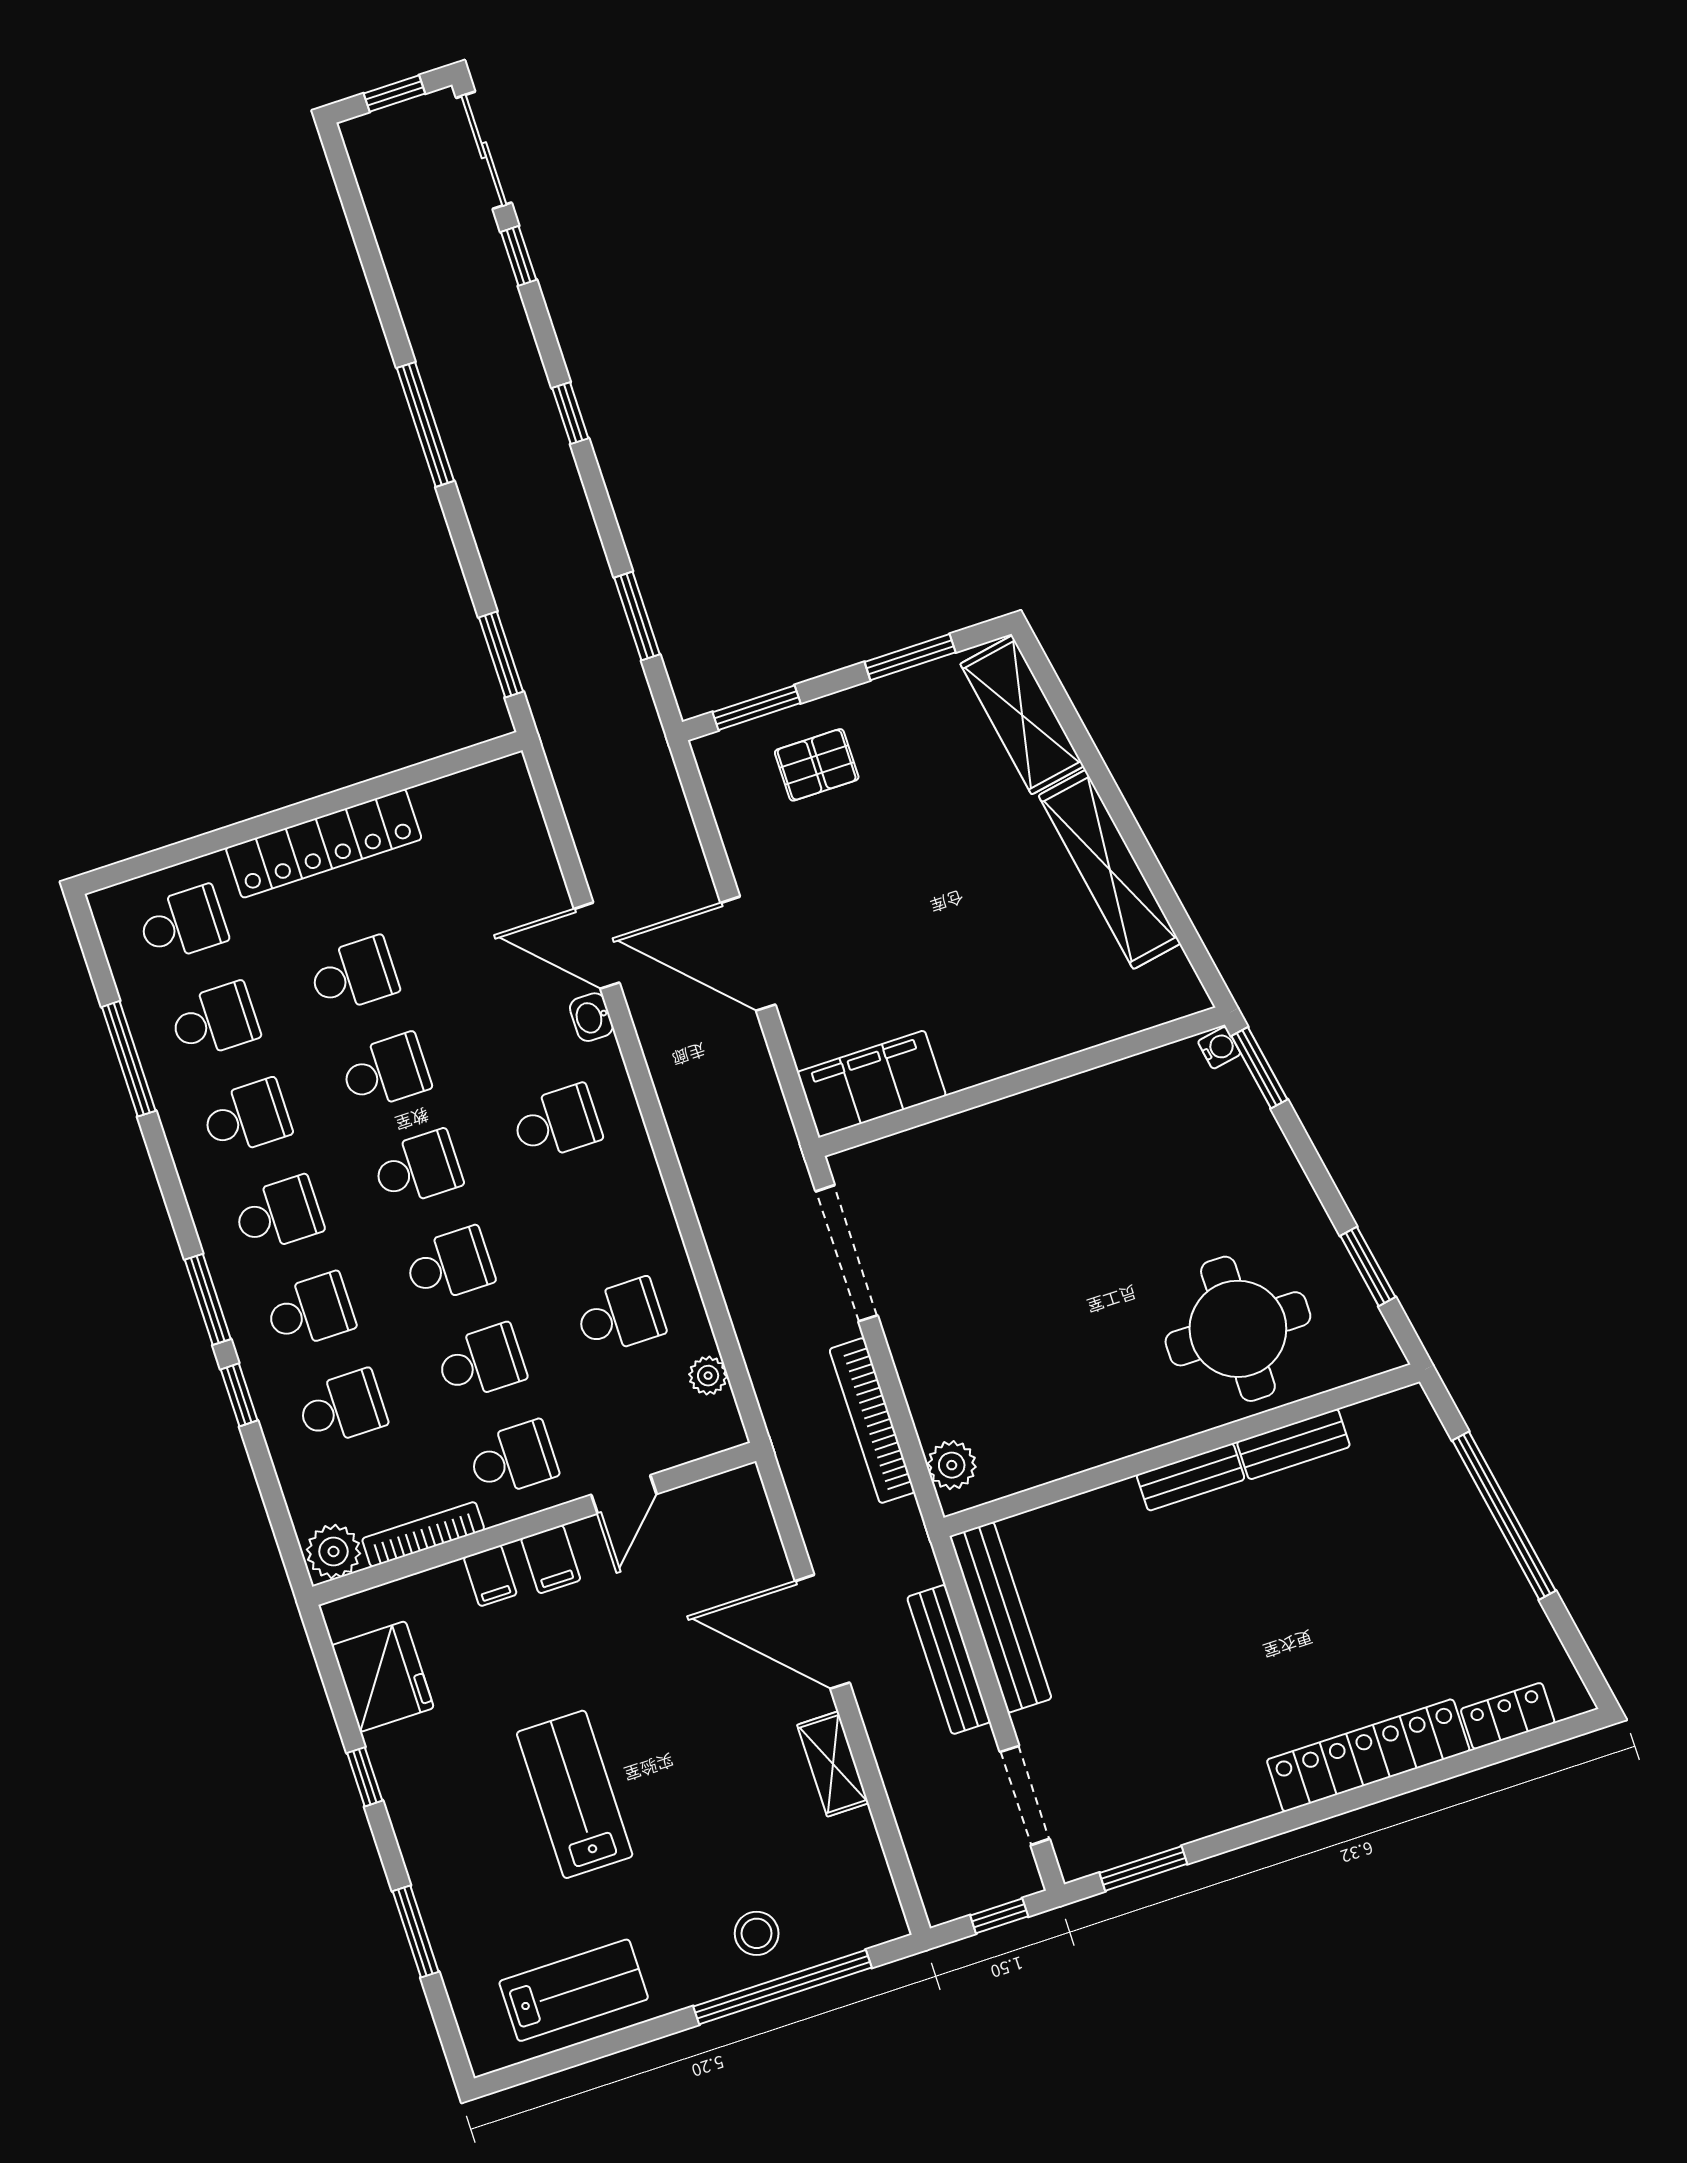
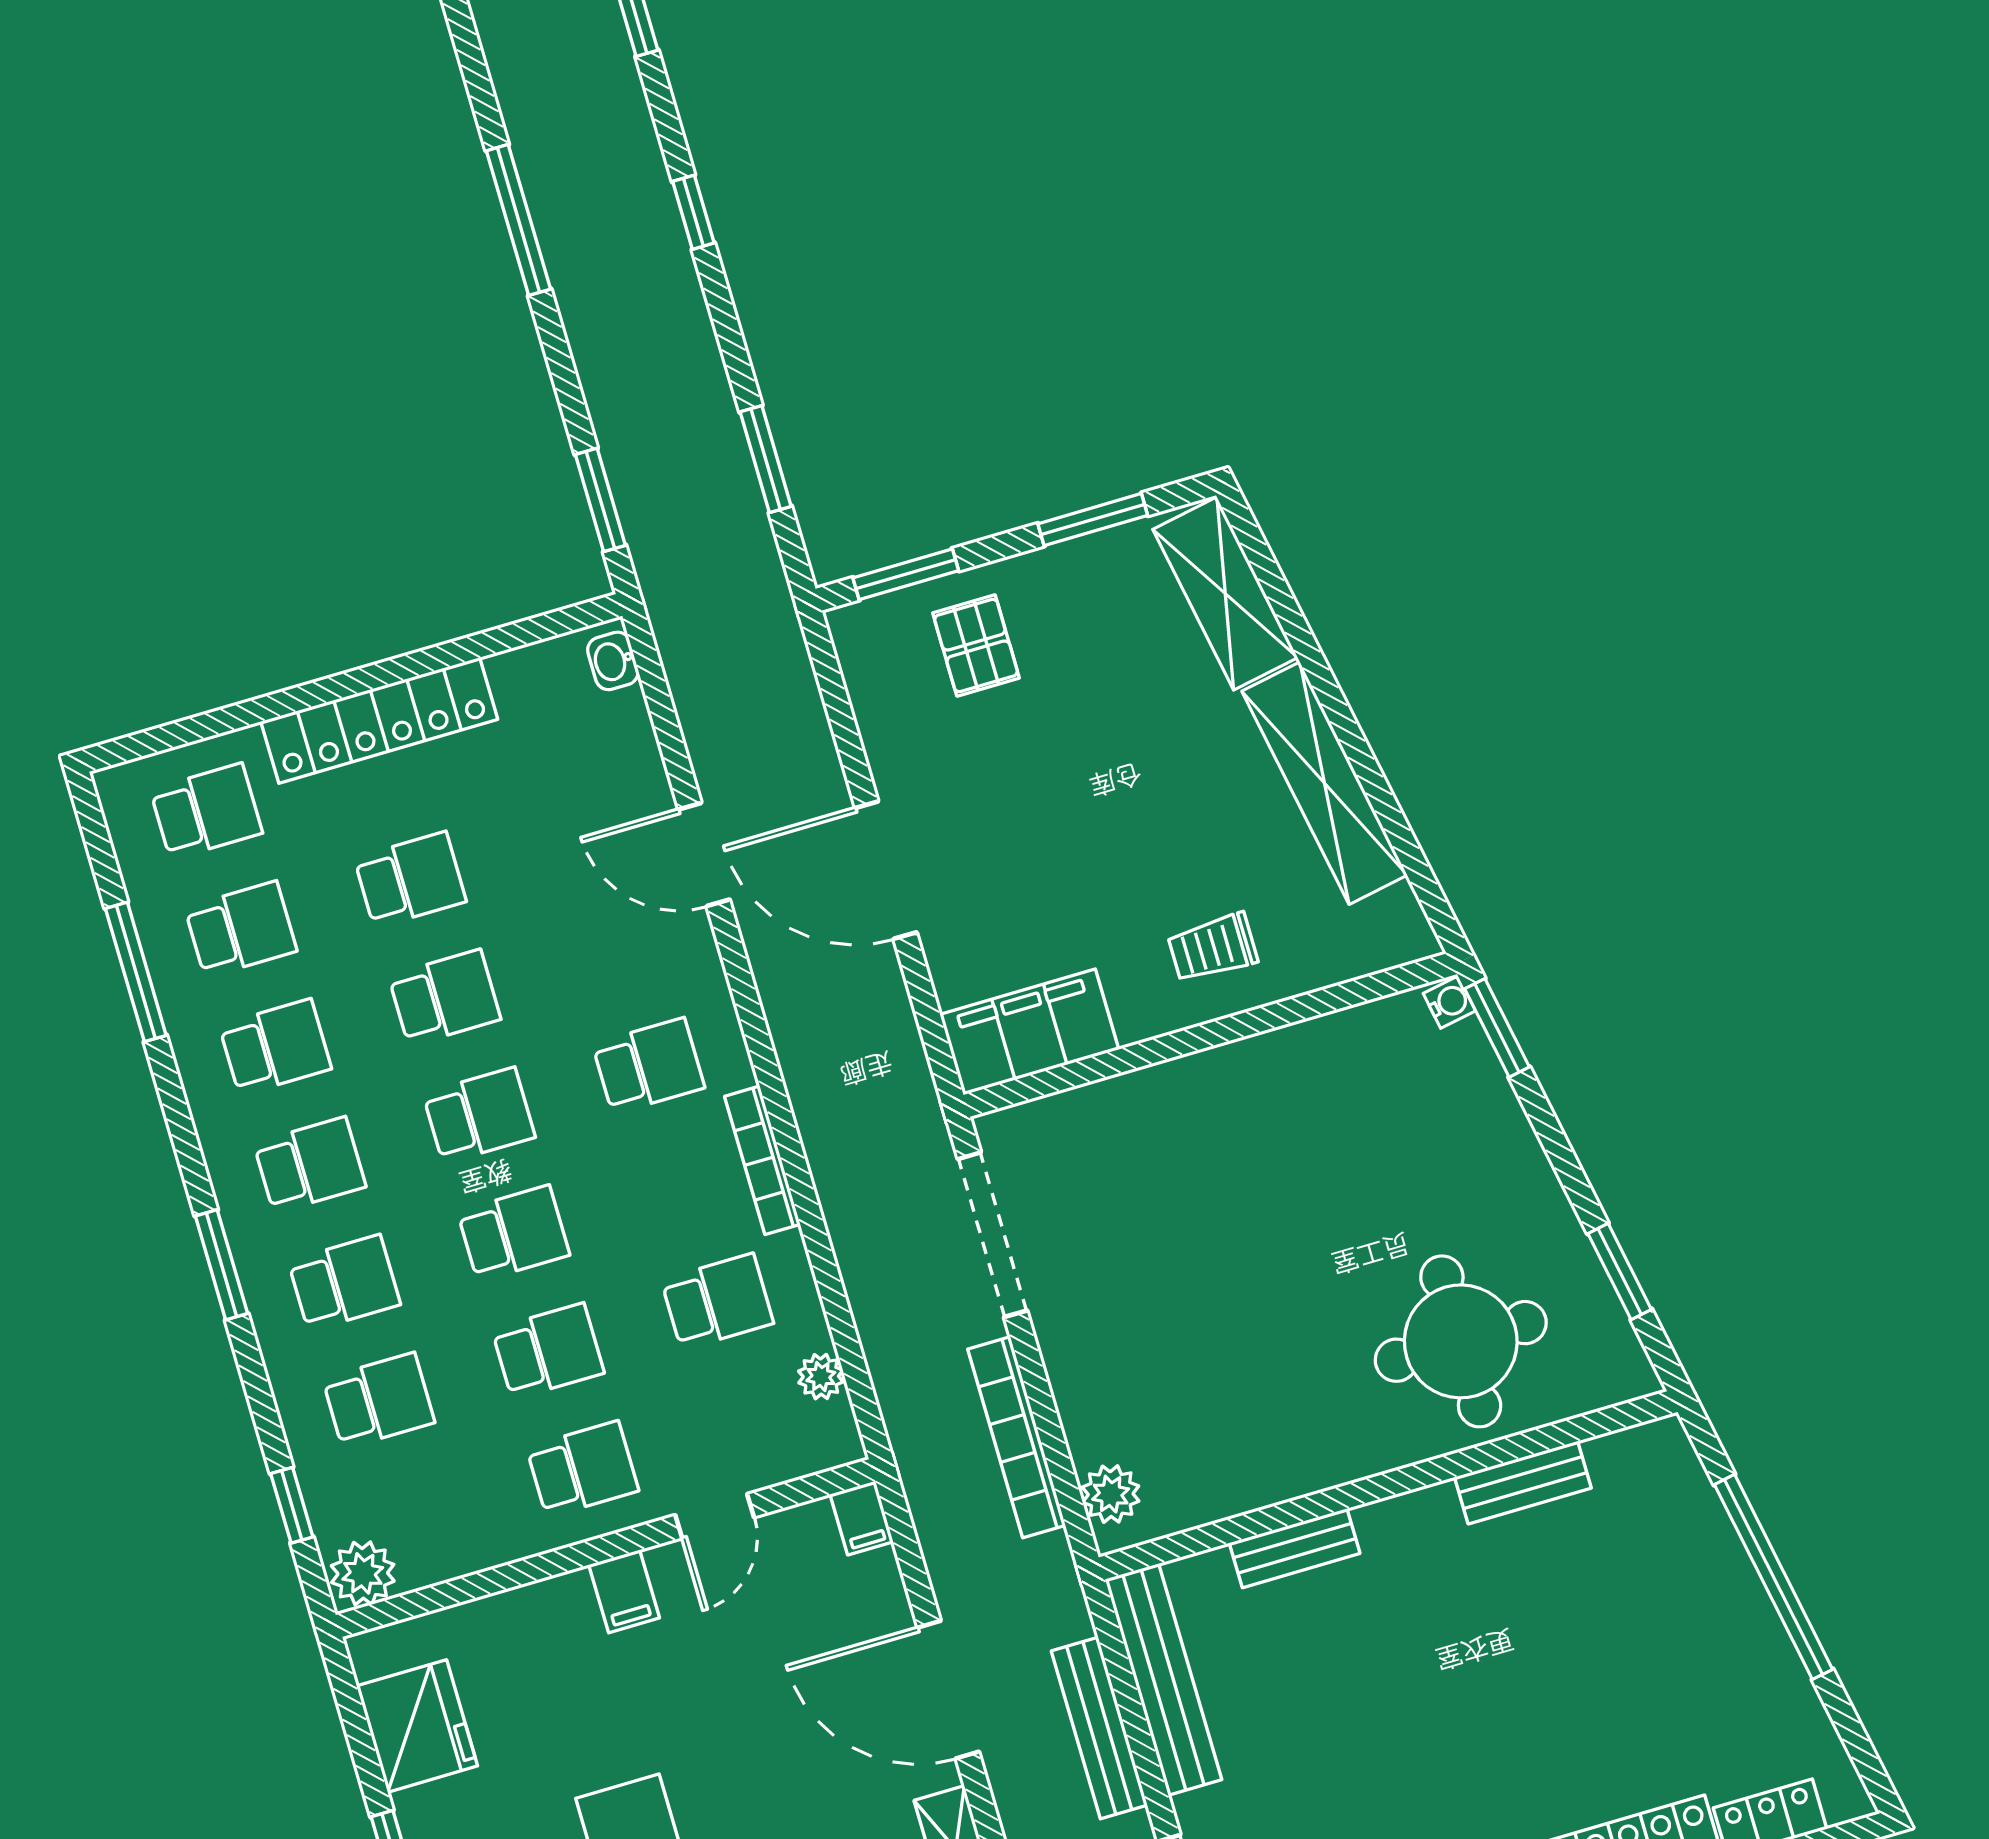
pallet: (817, 765) -> (976, 646), turned 90
trolley: (1021, 1009) -> (1213, 948), added
washbasin: (591, 1017) -> (613, 661), moved
window: (239, 1395) -> (292, 1505), moved
bench: (1191, 1477) -> (1295, 1548), moved
bookcase: (423, 1534) -> (762, 1160), moved, turned -90
filing cabinet: (490, 1576) -> (861, 1518), moved

